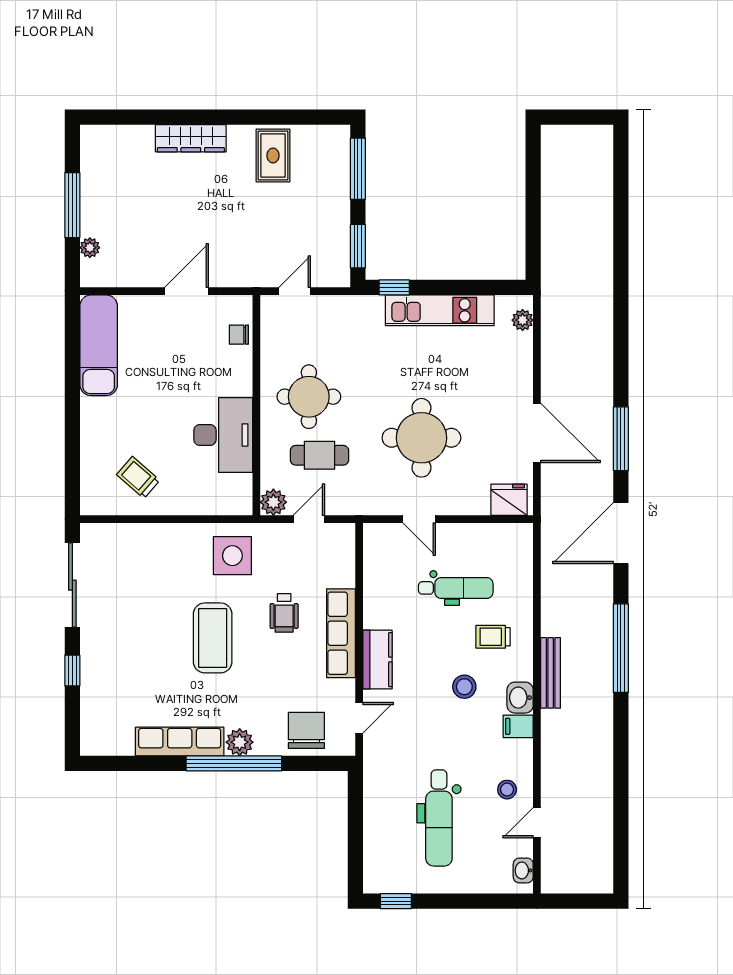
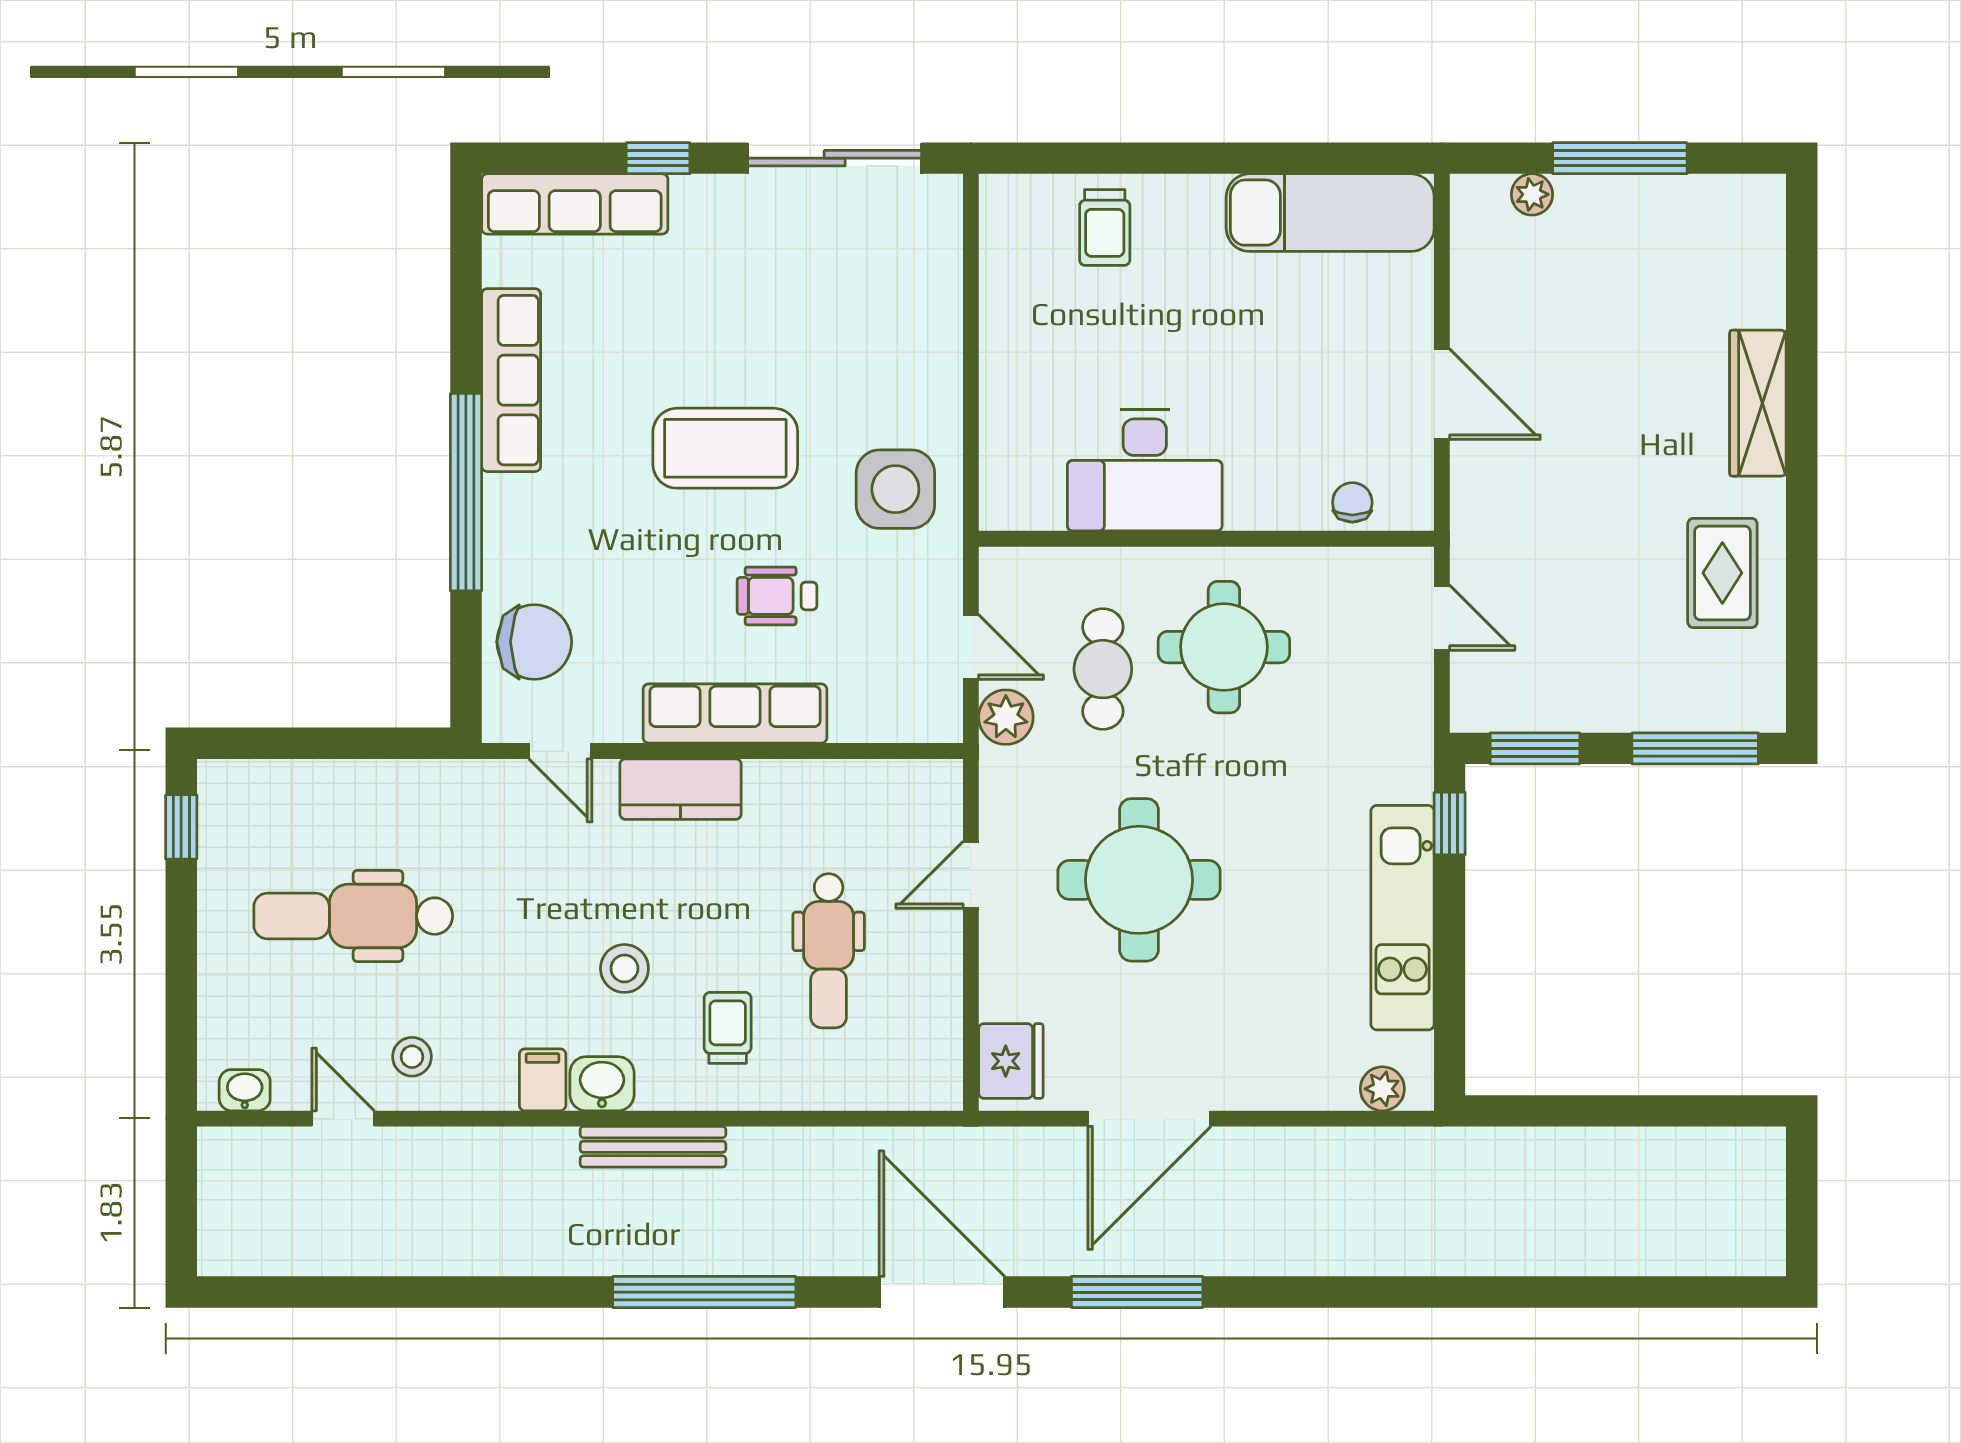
rug: (273, 155) -> (1722, 573), turned 90
trolley: (138, 477) -> (1105, 227), moved, turned 139
plant: (273, 502) -> (1006, 717), moved
row of seats: (94, 711) -> (575, 204), added
plant: (240, 742) -> (510, 504), removed

